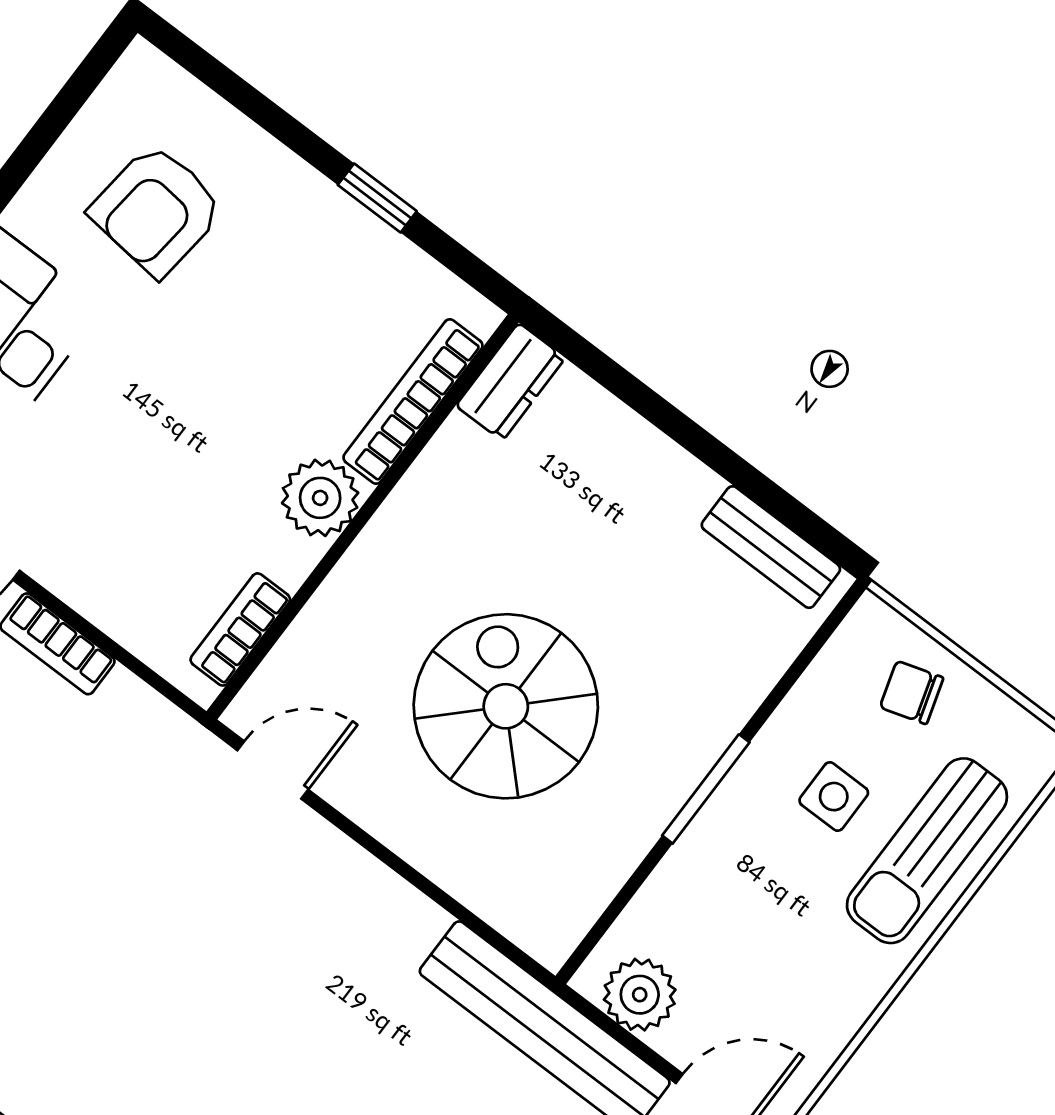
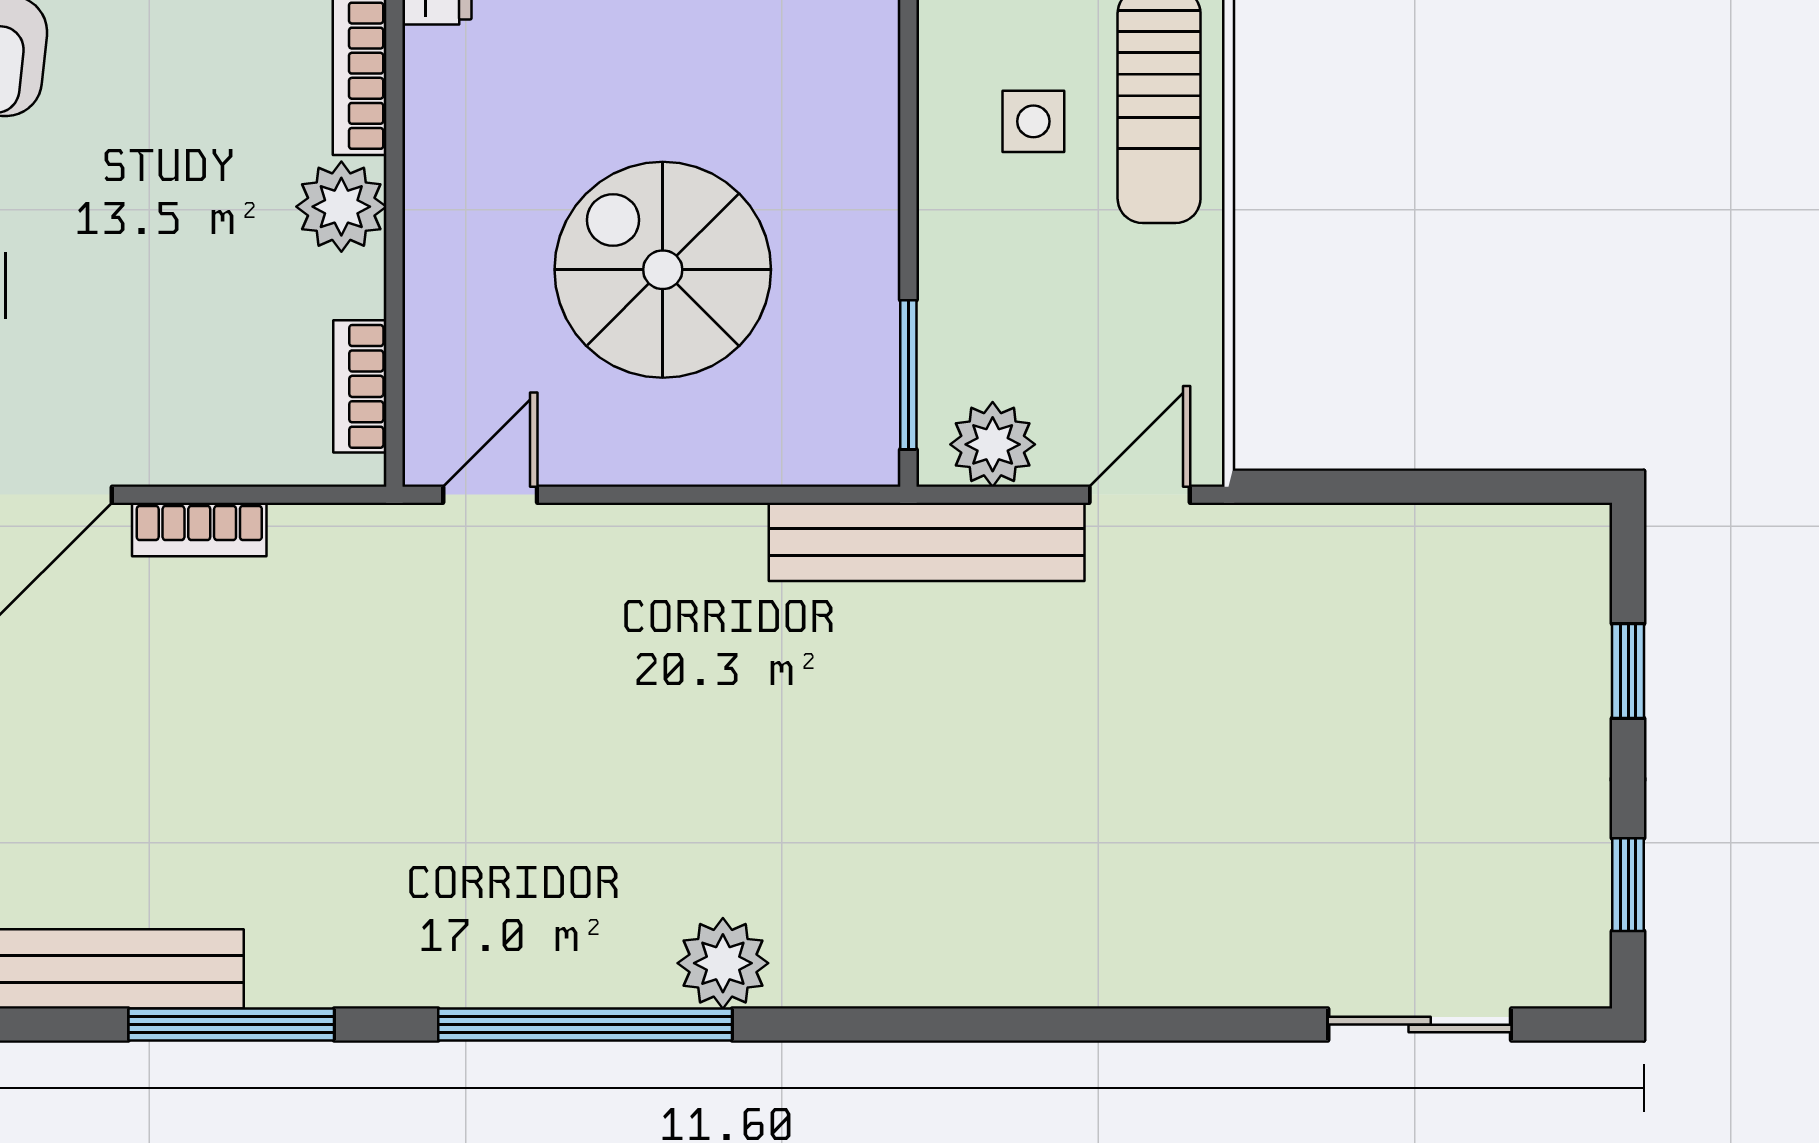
window: (706, 789) -> (908, 375), moved

